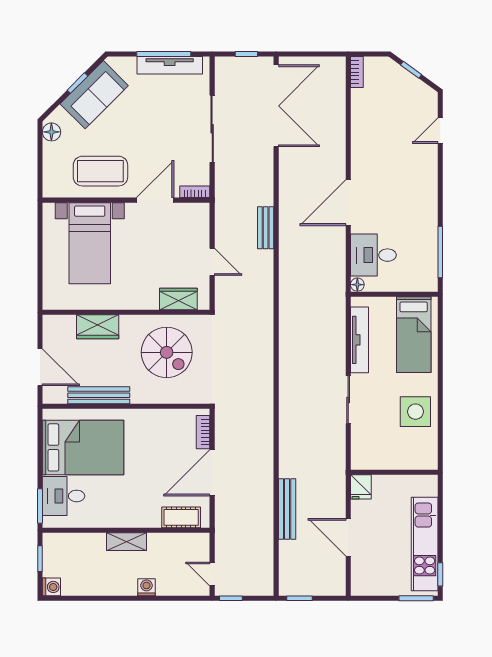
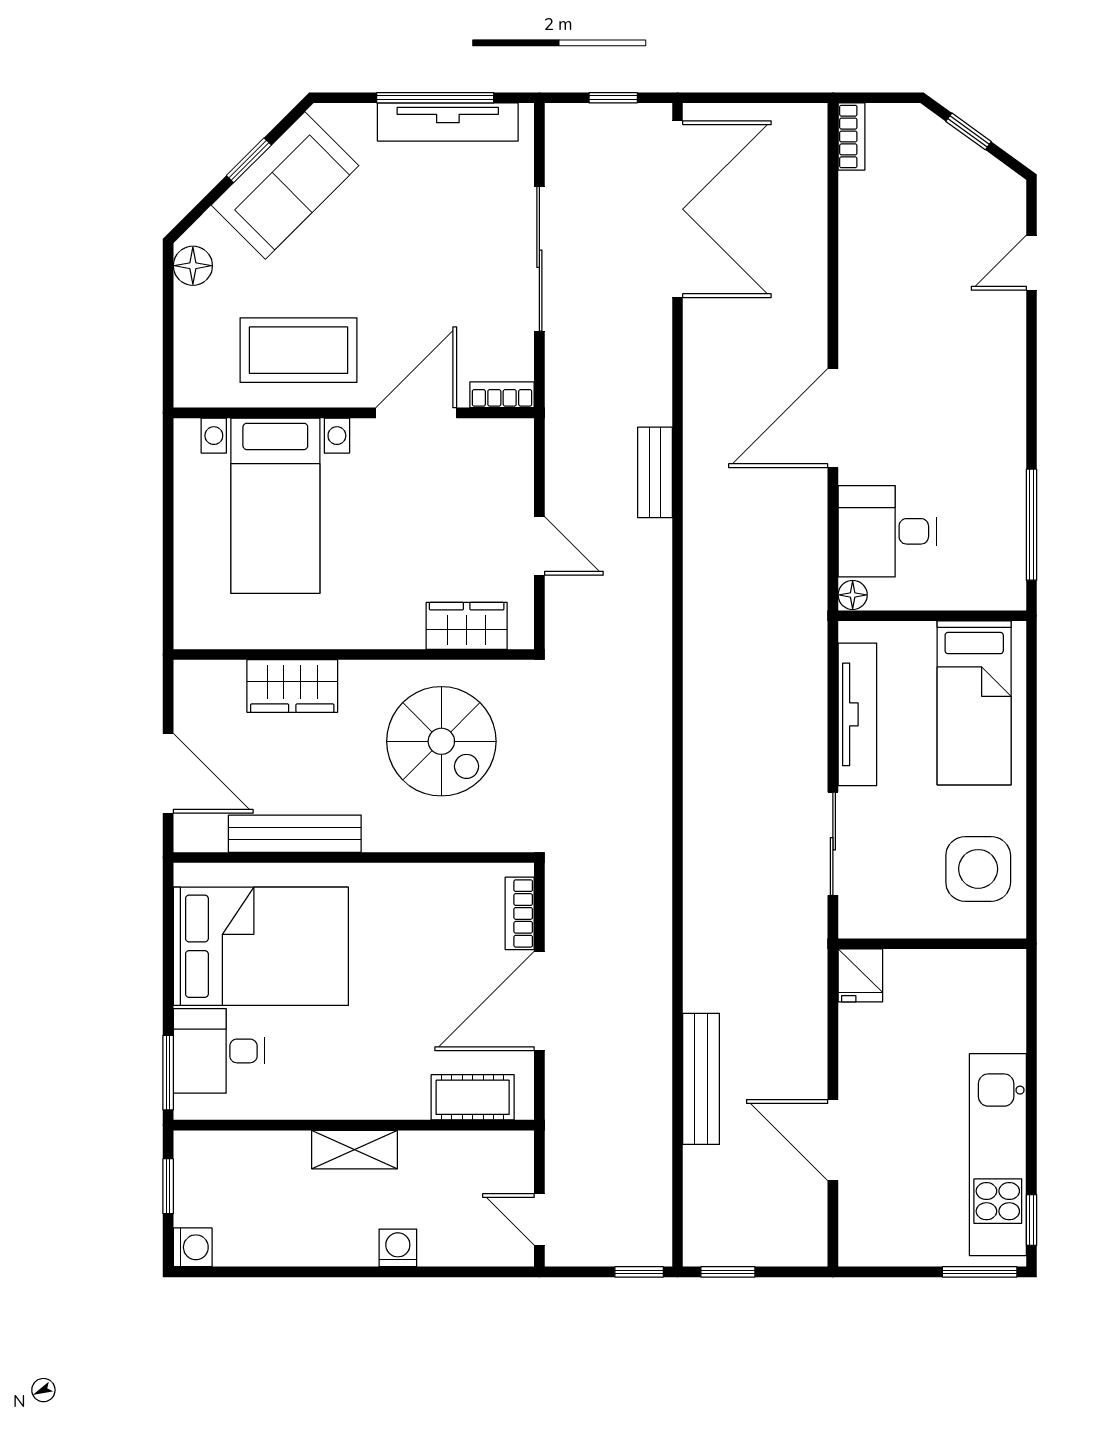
wall: (394, 472) -> (932, 944), moved
fridge: (361, 487) -> (860, 975), moved
window: (231, 598) -> (639, 1272), moved

